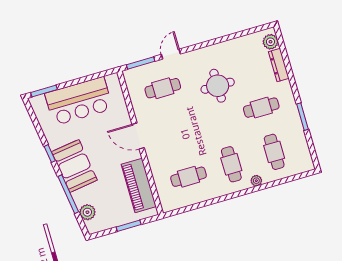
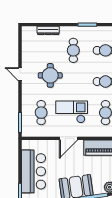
plant: (270, 42) -> (31, 31), removed
door: (171, 54) -> (20, 74), moved
checkout: (176, 130) -> (72, 112), added

